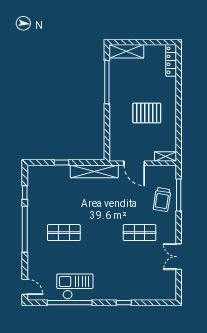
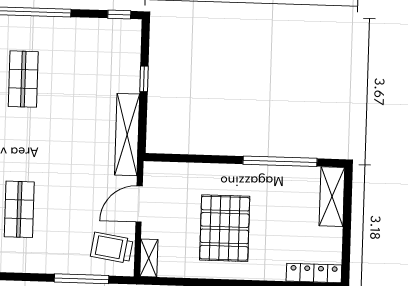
pallet: (147, 113) -> (225, 228), width x1.37, depth x1.41
window: (25, 192) -> (119, 15), moved
trolley: (162, 199) -> (112, 248), moved

